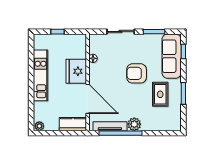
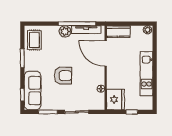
fridge: (76, 71) -> (115, 99), moved
rug: (160, 94) -> (34, 40), moved

